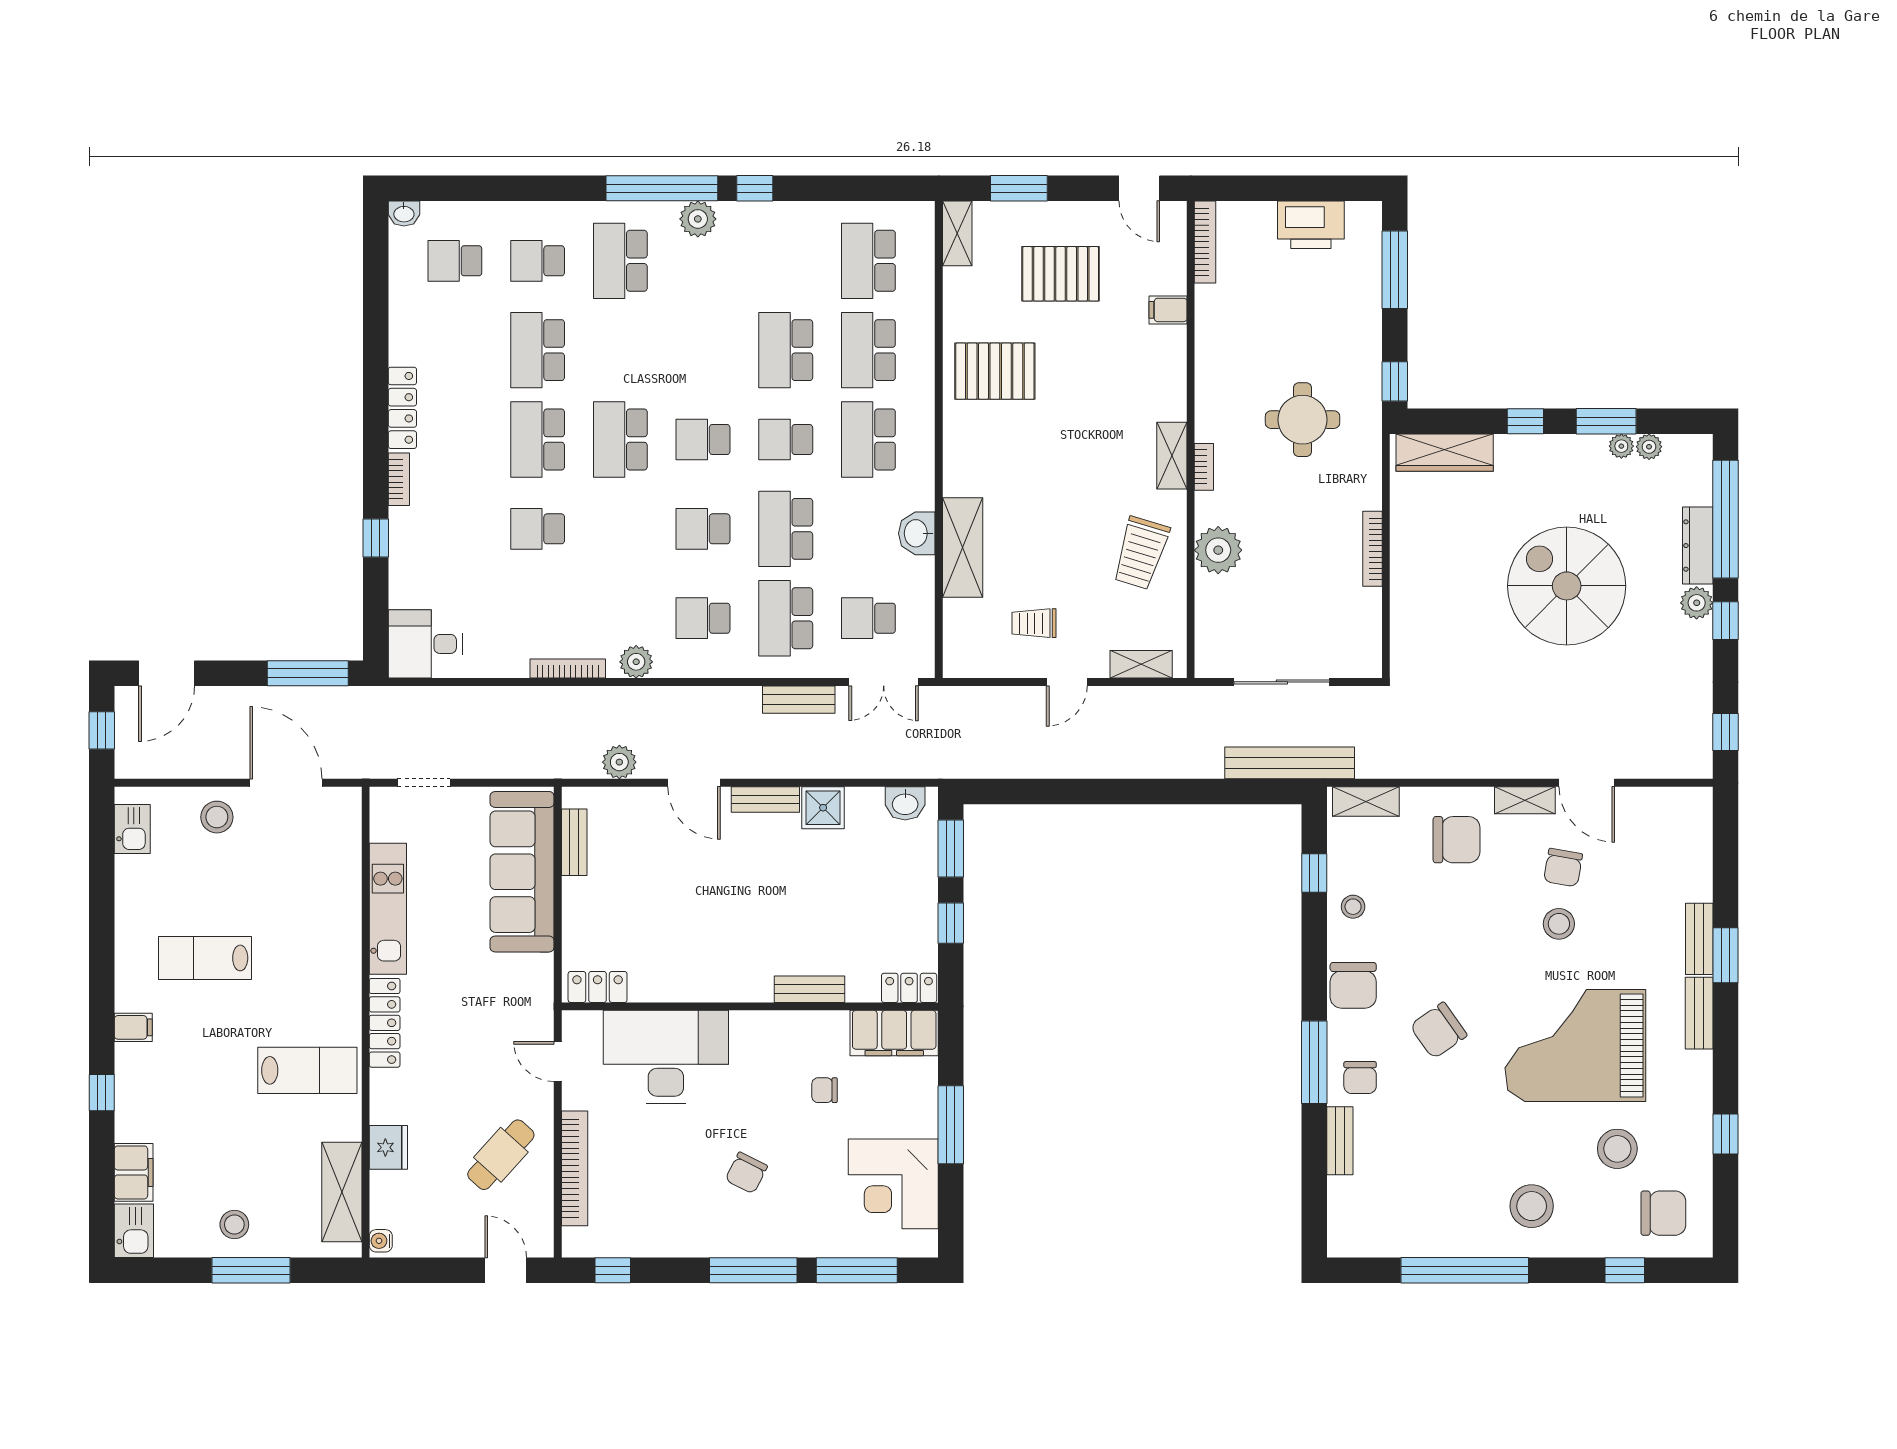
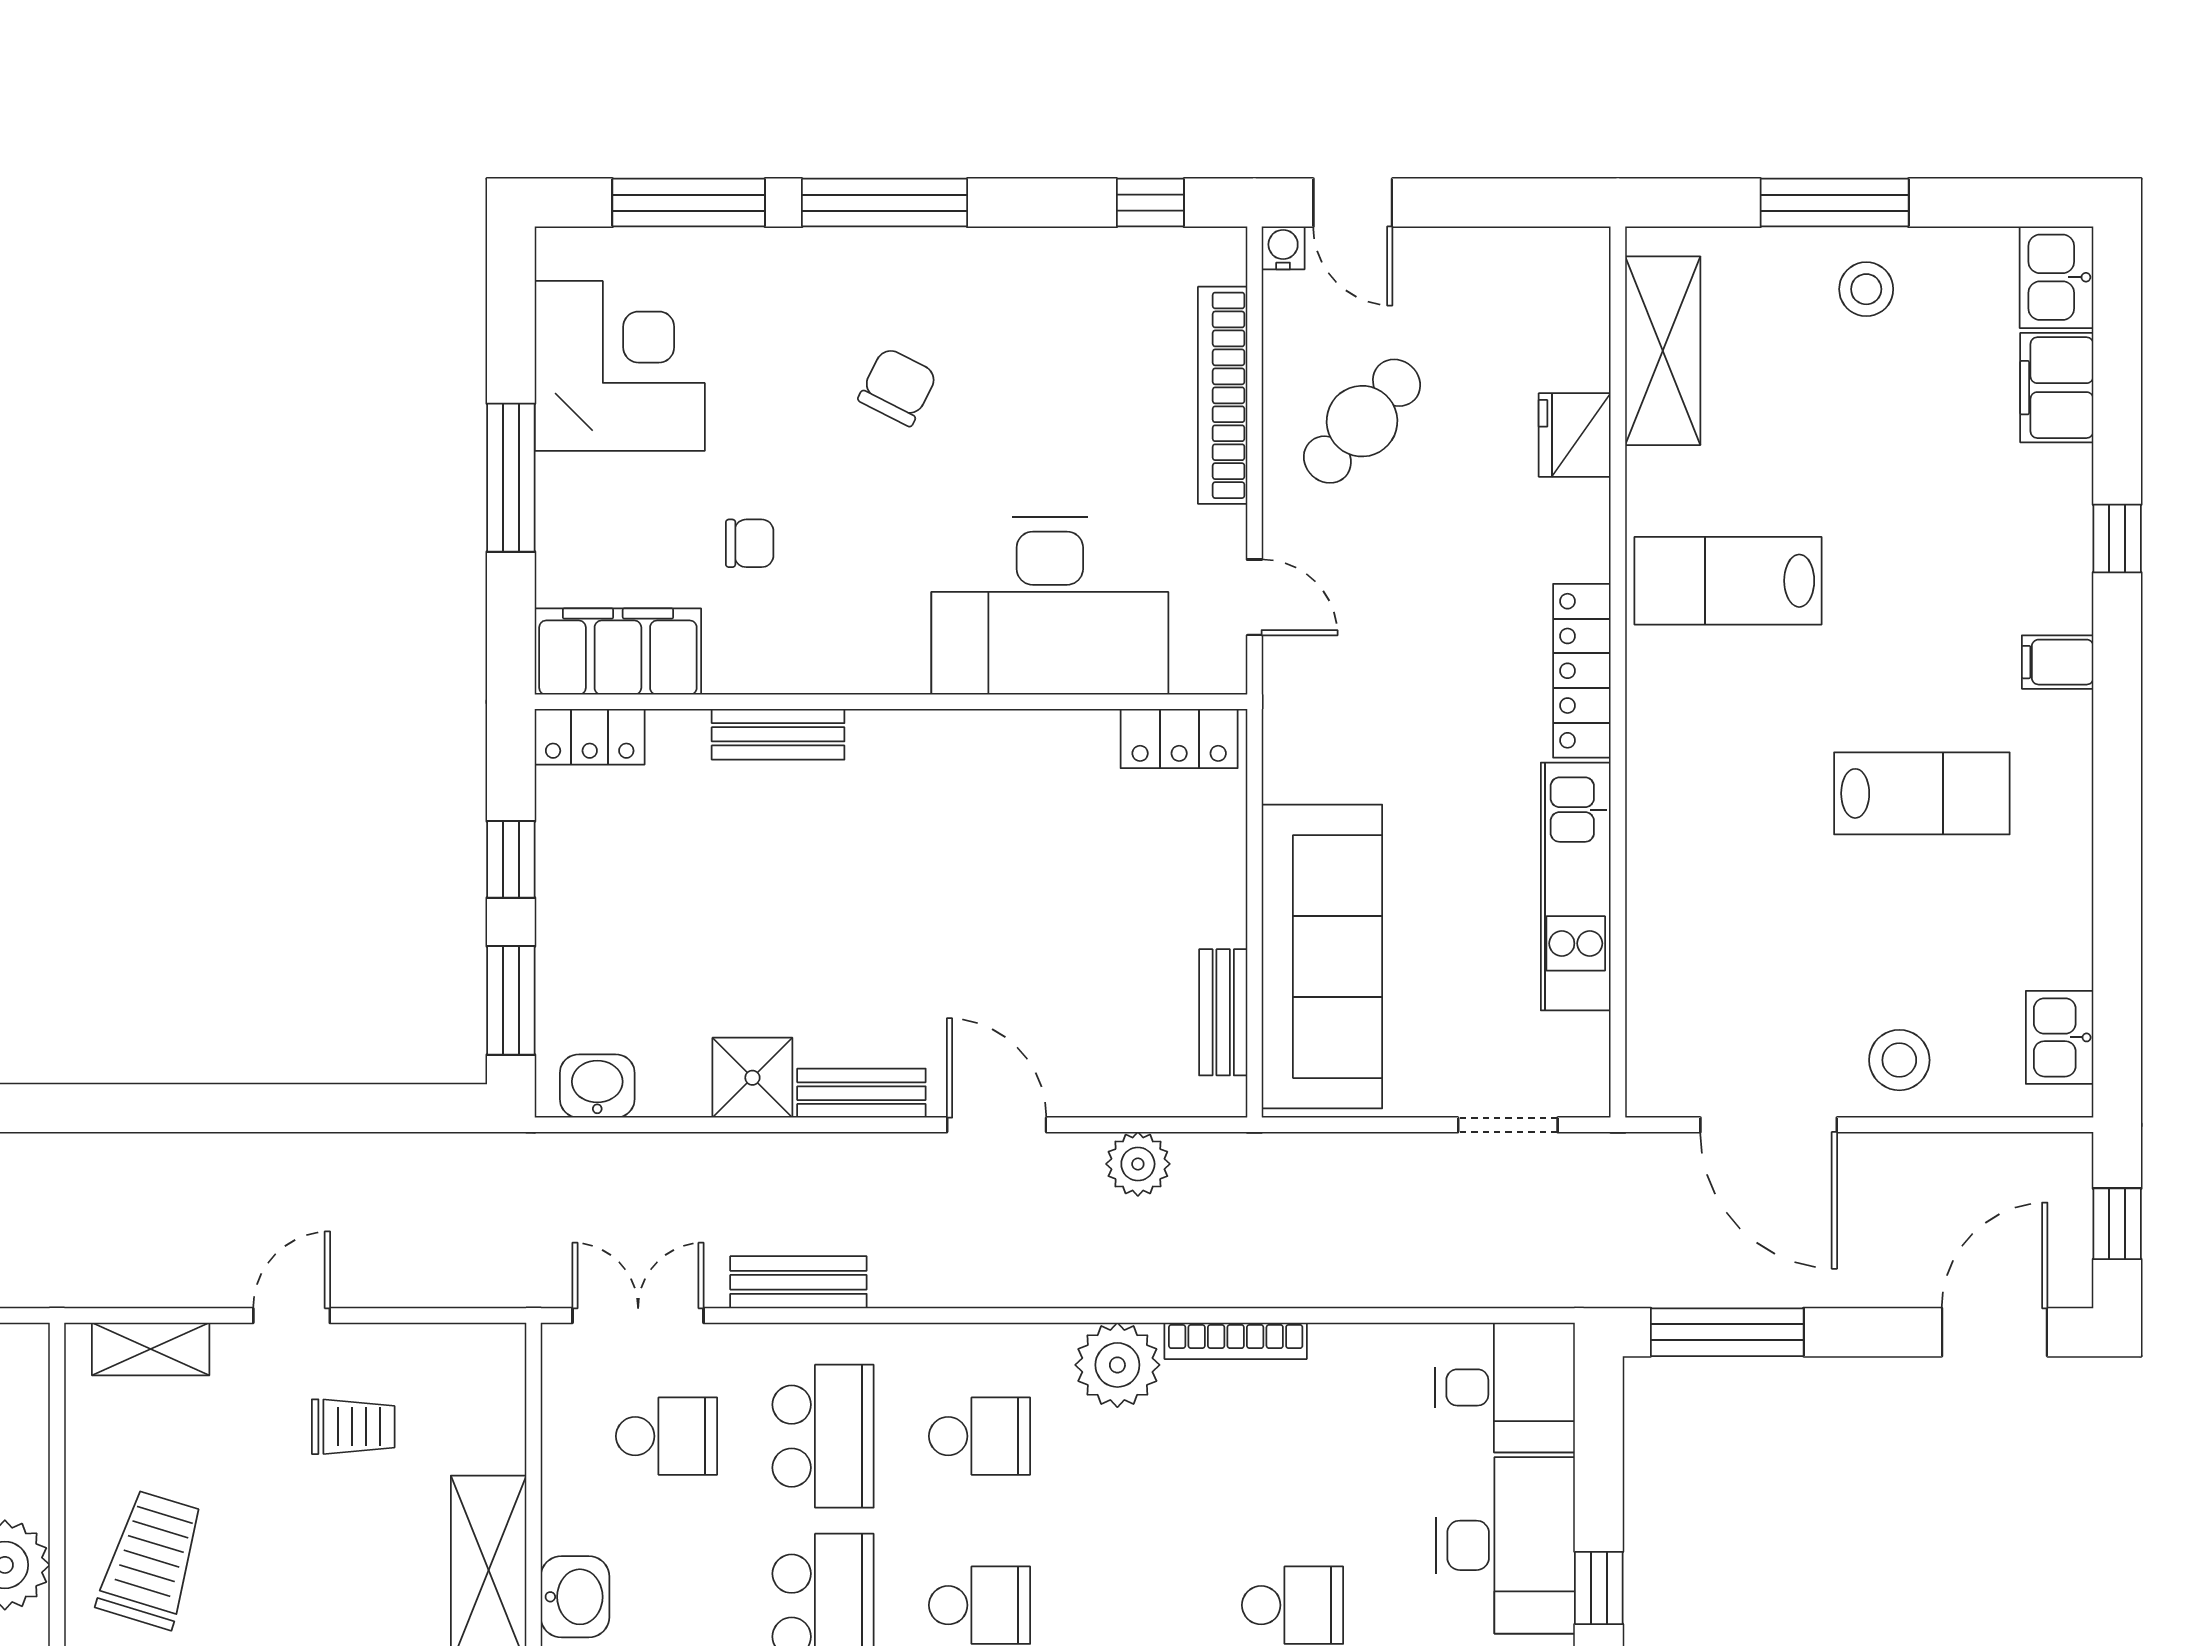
desk: (425, 560) -> (1506, 1545), added
plant: (636, 662) -> (1117, 1365), width x1.36, depth x1.36
water cooler: (381, 1241) -> (1283, 248), moved, turned -90

